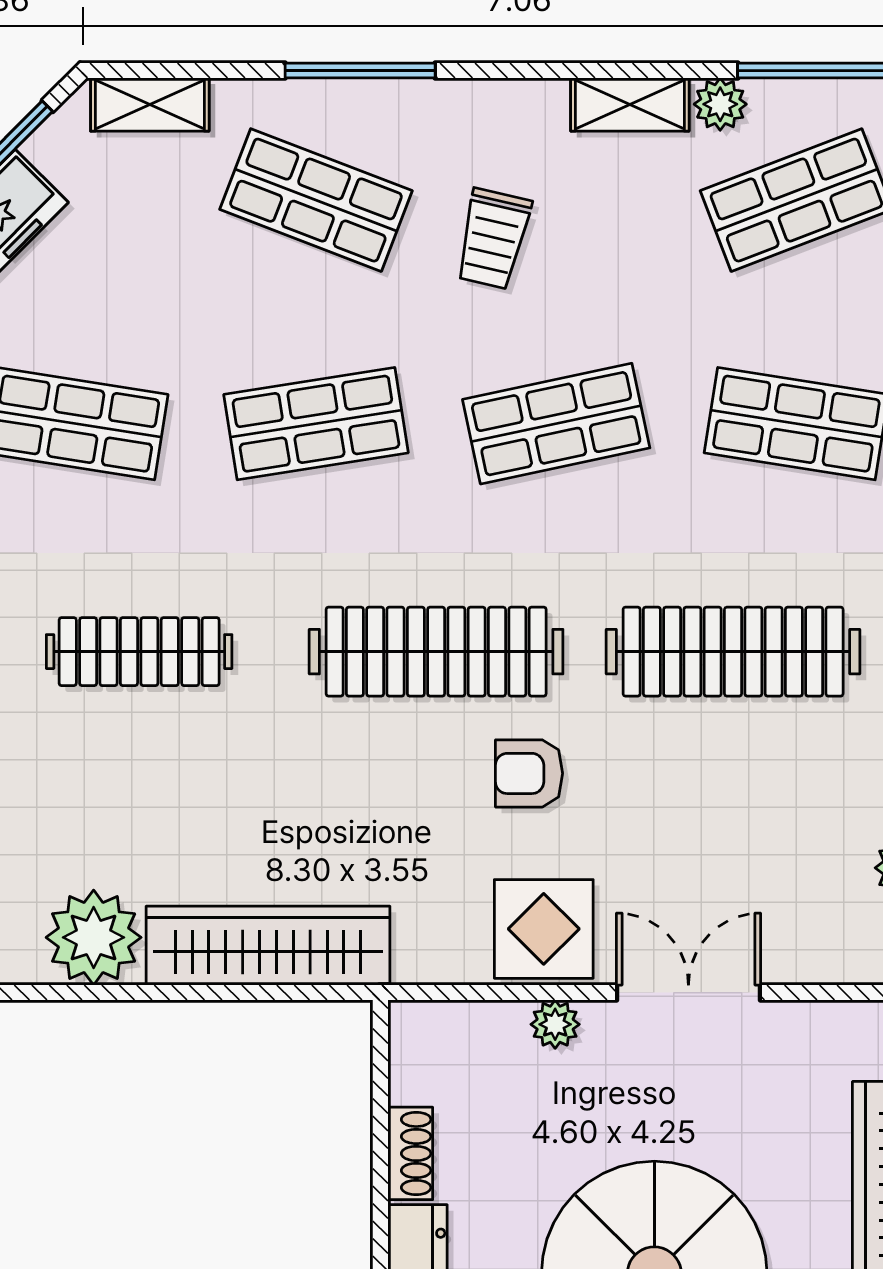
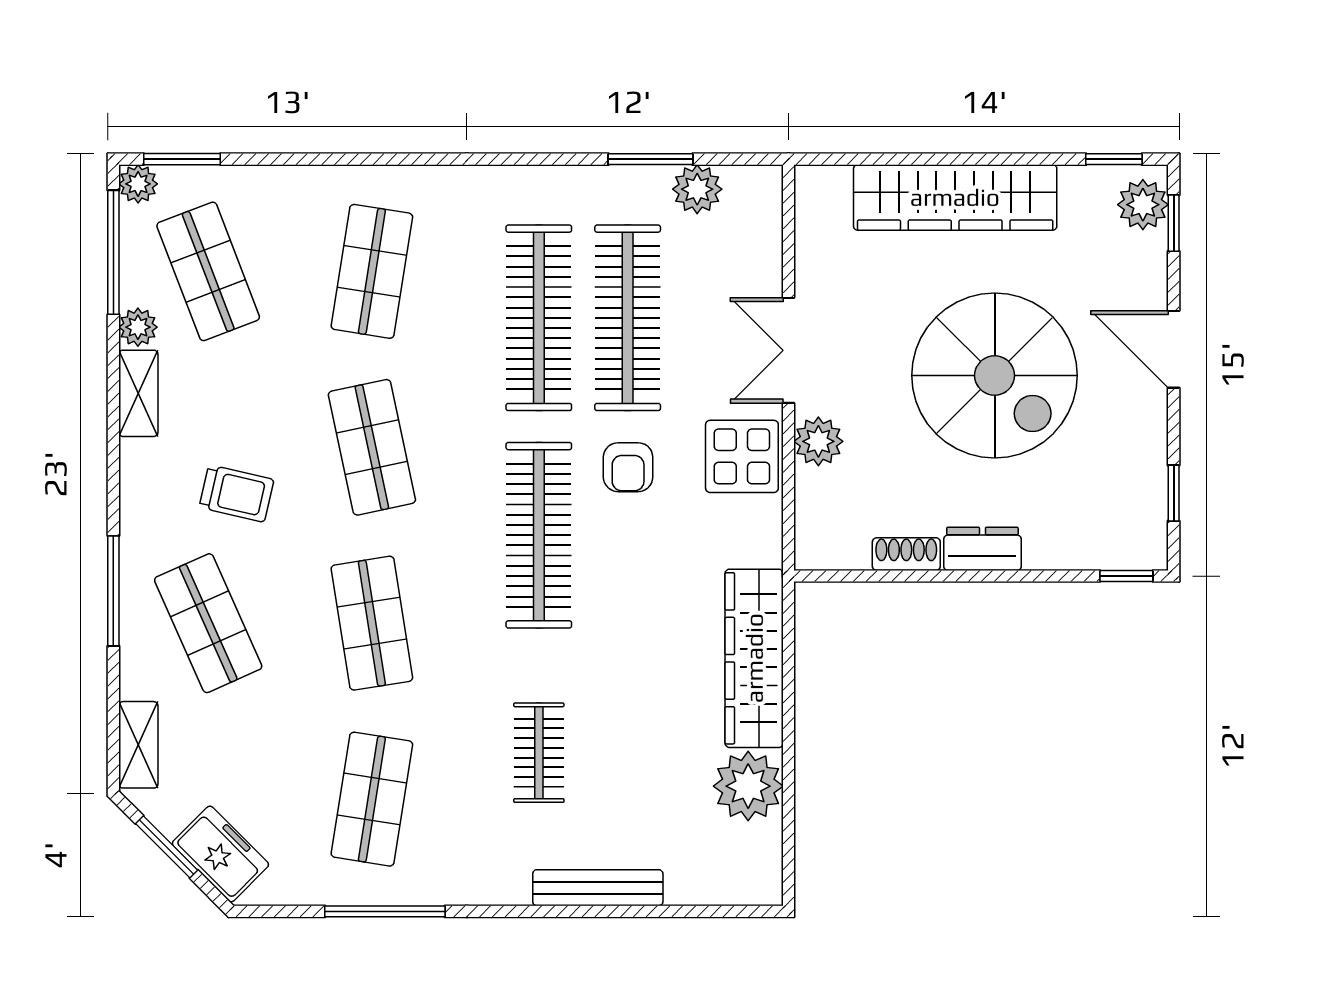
shop shelf: (316, 200) -> (208, 623), turned -45
clothes rail: (139, 652) -> (539, 753), width x0.73
clothes rail: (733, 773) -> (628, 318), added
plant: (555, 1024) -> (818, 441), width x1.38, depth x1.38

